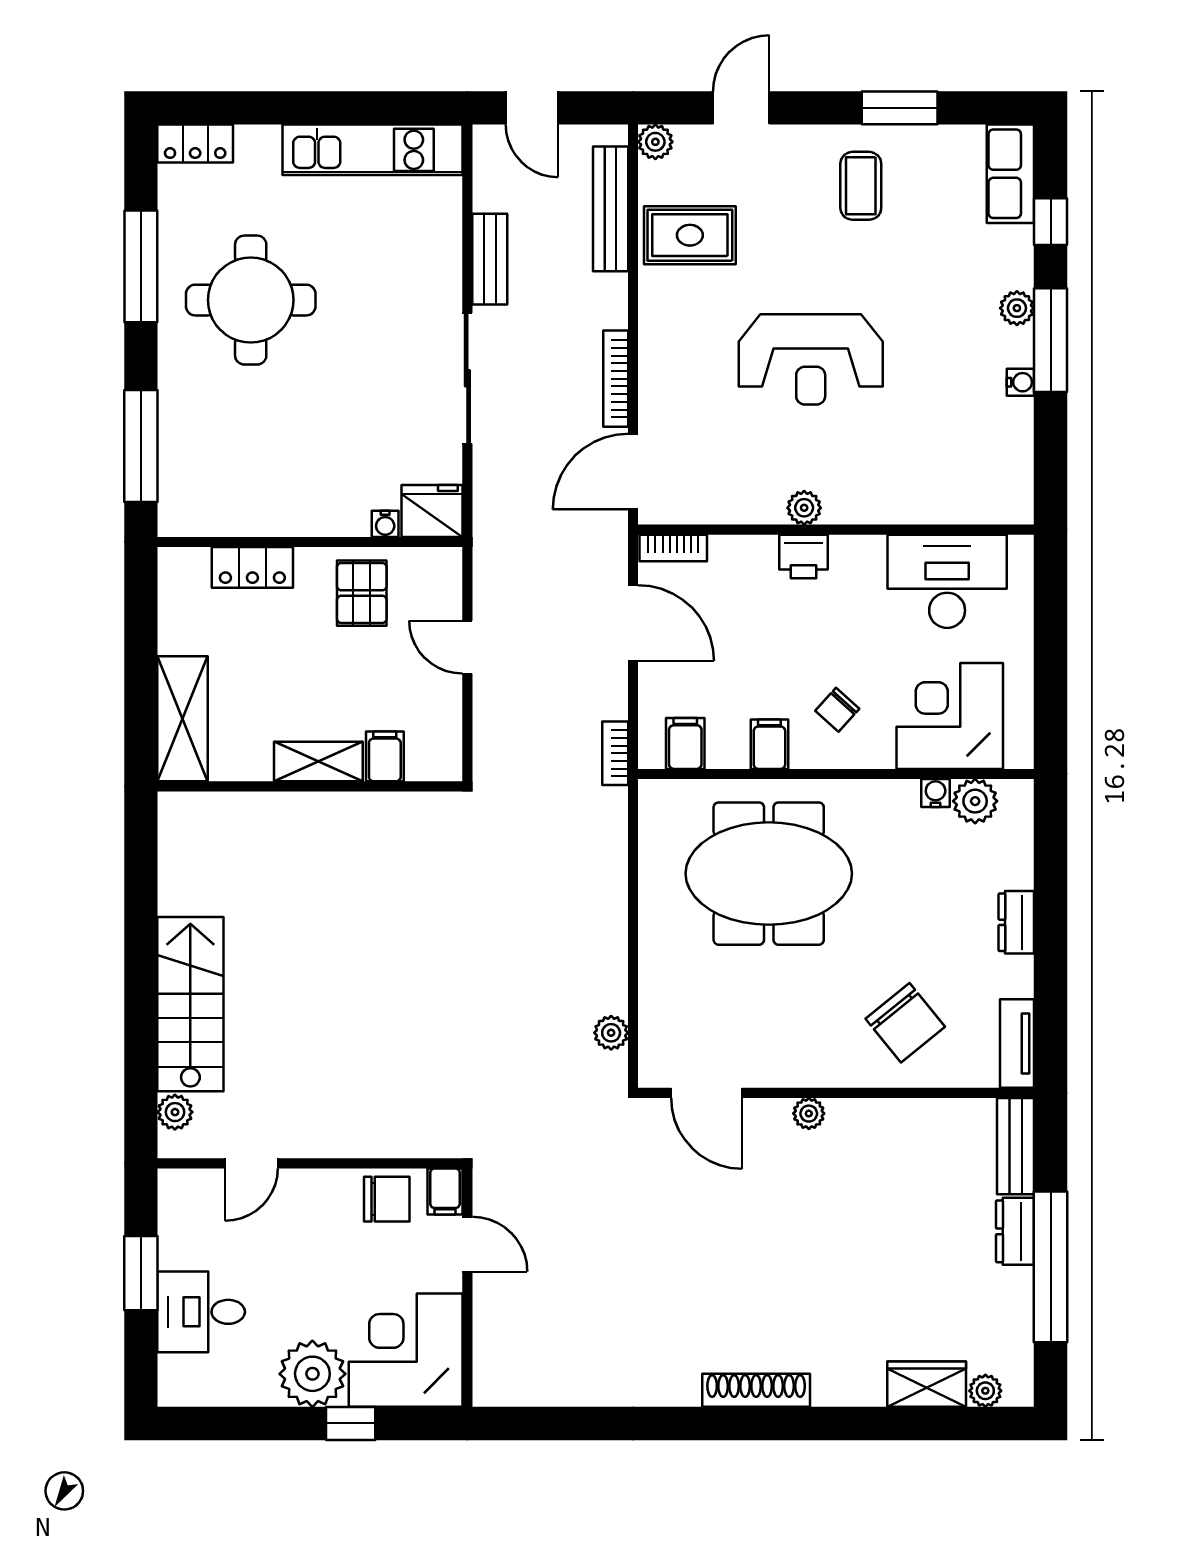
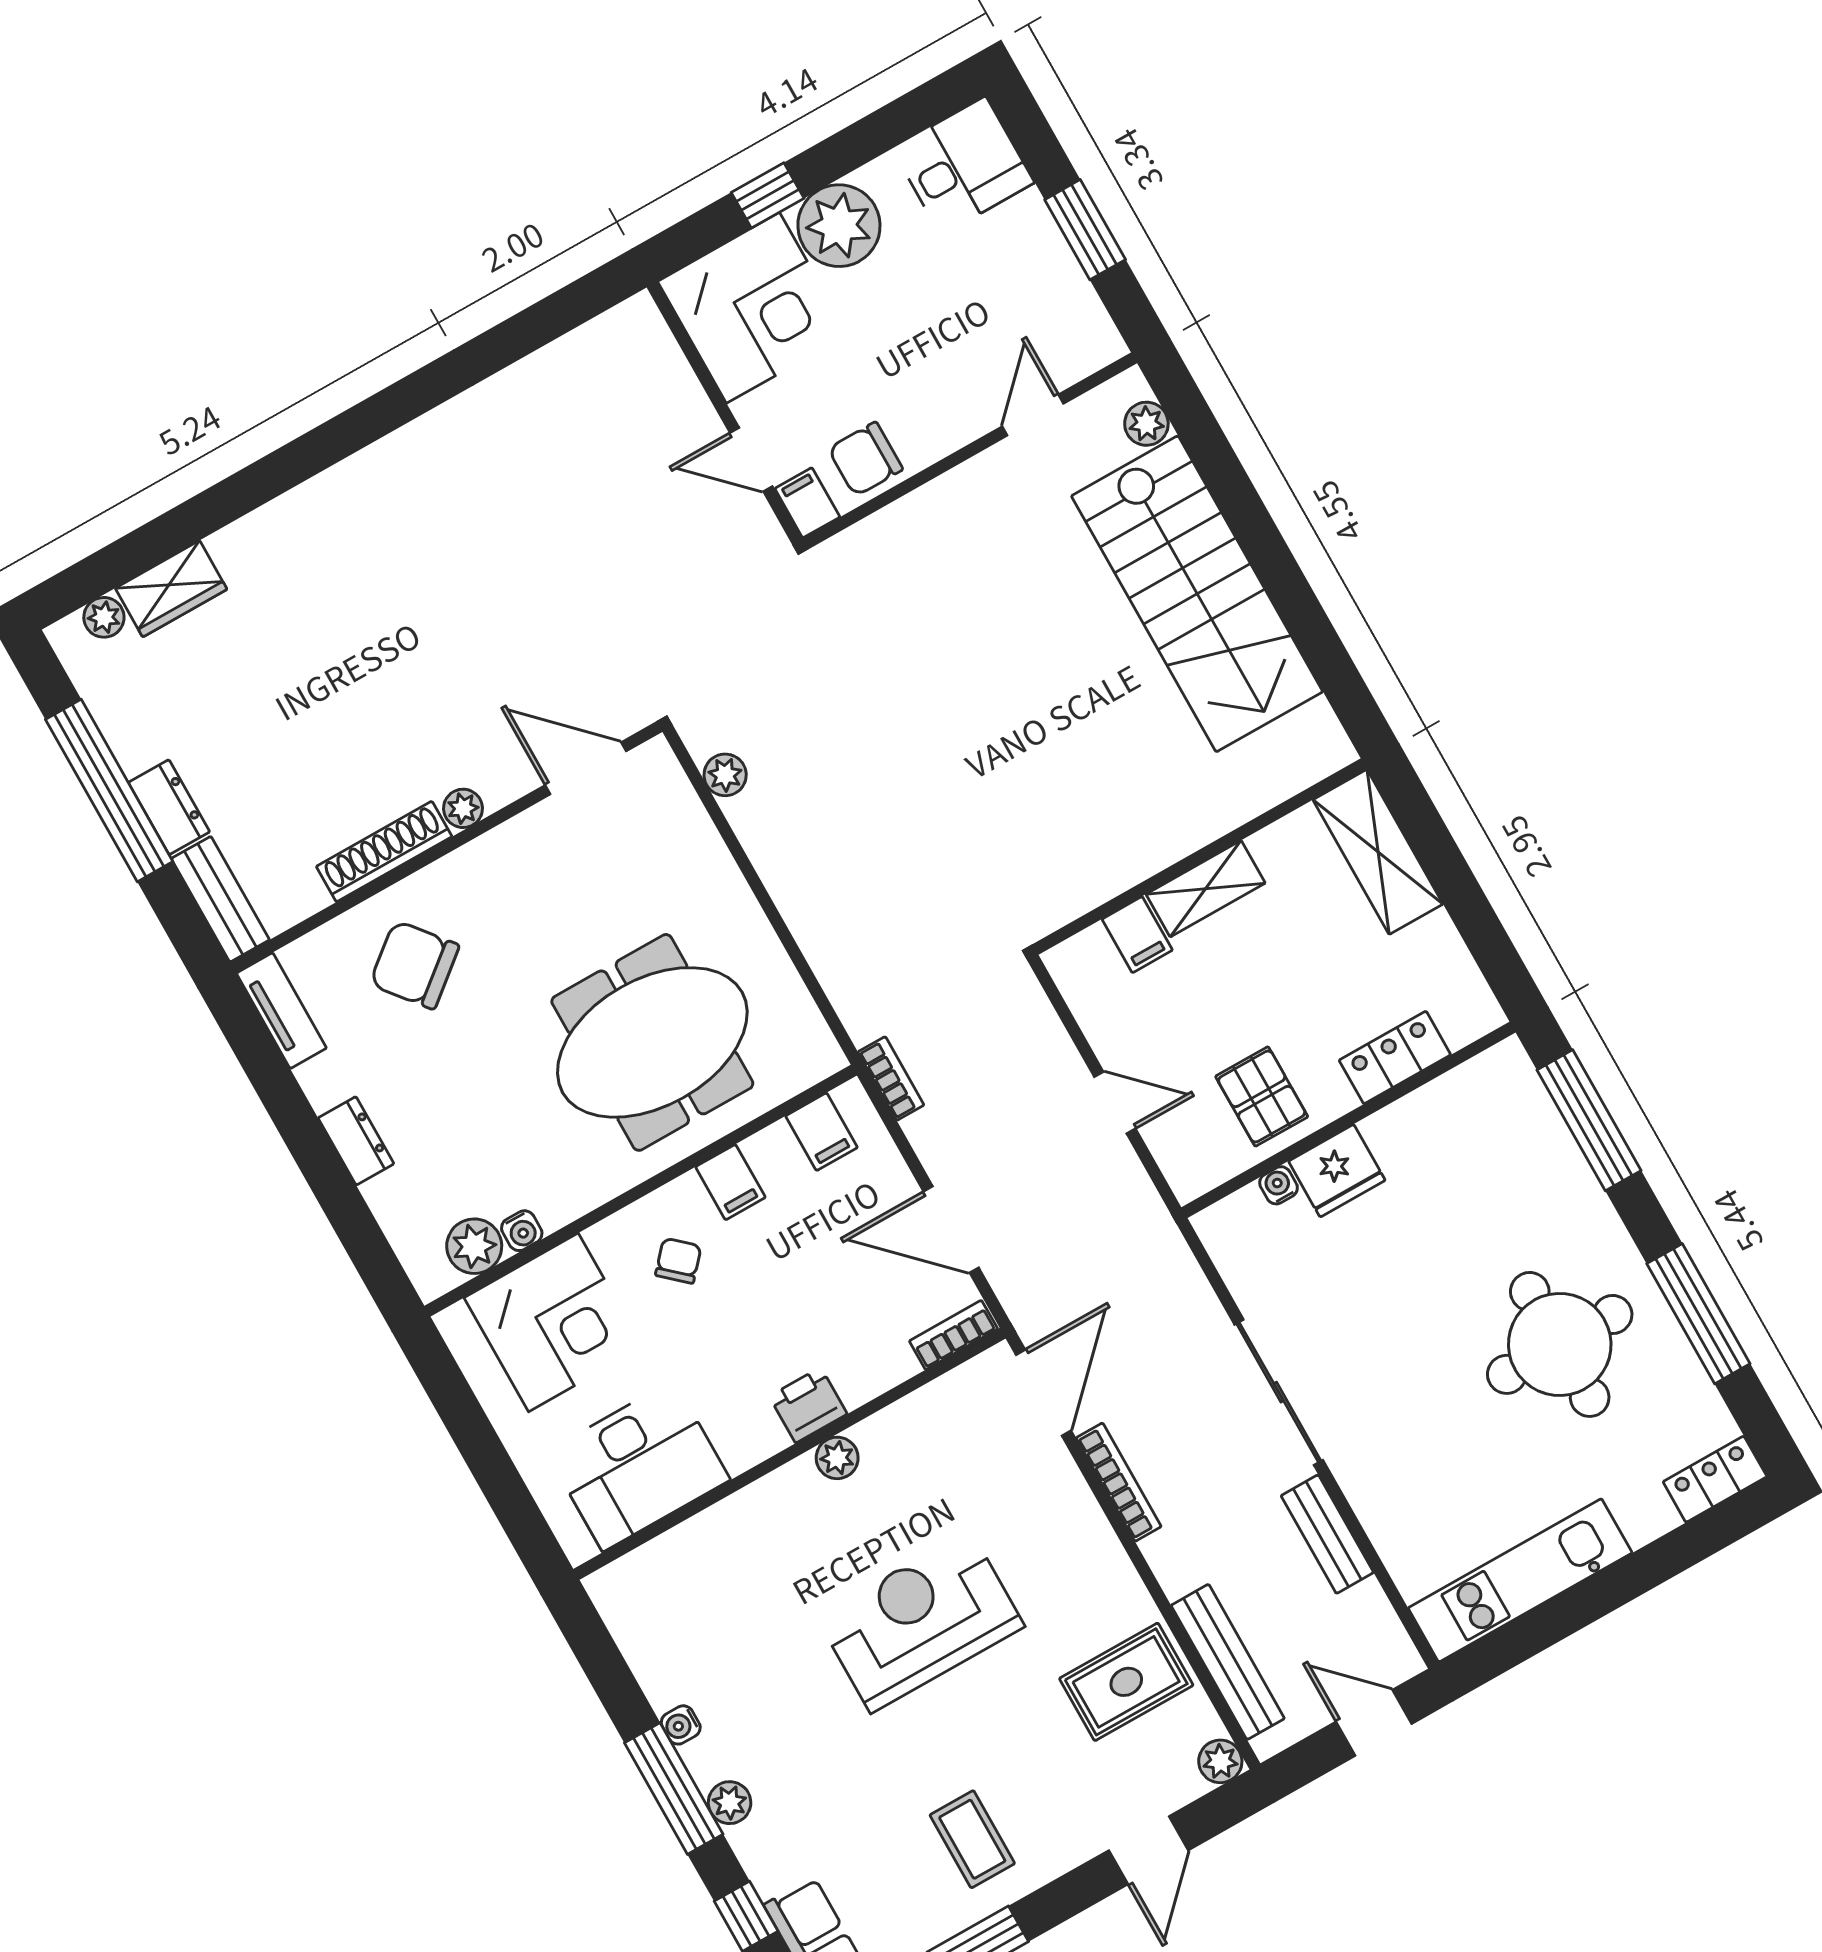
fridge: (432, 511) -> (1337, 1171), moved
stairs: (190, 1004) -> (1197, 594), width x1.36, depth x1.51
desk: (201, 1312) -> (963, 166), moved
shoe rack: (756, 1390) -> (384, 852), moved, turned 180

